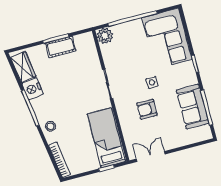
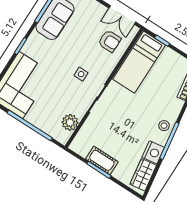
plant: (105, 36) -> (70, 122), moved
side table: (152, 82) -> (81, 74), moved
armchair: (147, 109) -> (110, 41), moved
stool: (51, 126) -> (164, 126), moved

